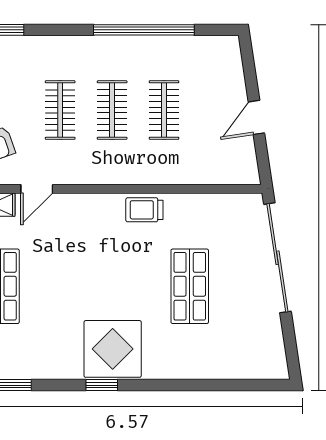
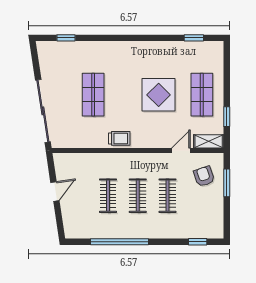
display table: (113, 349) -> (159, 95), moved
window: (102, 385) -> (66, 38), moved

